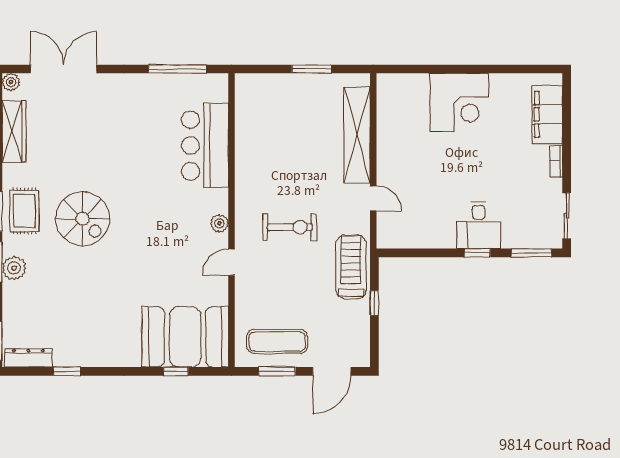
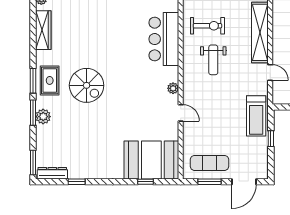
weight bench: (283, 178) -> (213, 60), added
exercise bike: (290, 227) -> (207, 26), moved
door: (232, 262) -> (181, 113), swing flipped
treadmill: (351, 267) -> (256, 116), turned 180

